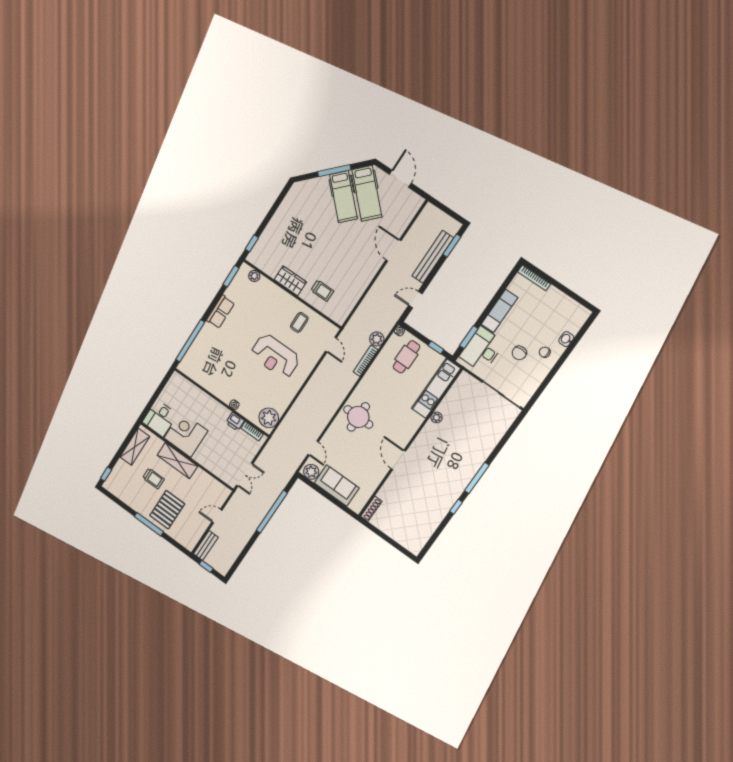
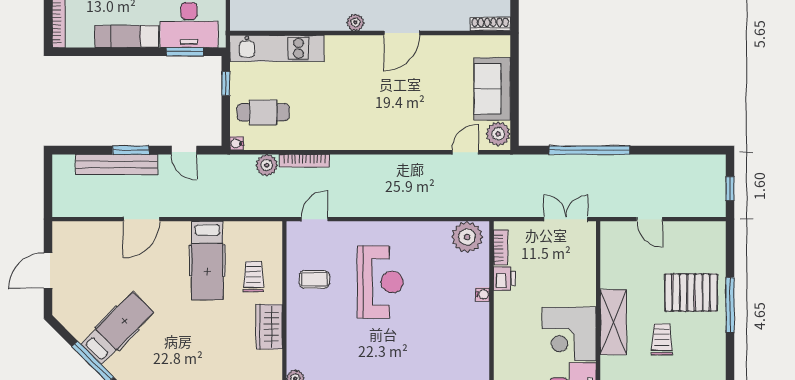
hospital bed: (367, 193) -> (207, 261), moved, turned 135
window: (452, 246) -> (131, 150), moved
round table: (358, 417) -> (383, 121), removed
plant: (436, 417) -> (355, 22), moved
bench: (206, 546) -> (701, 208), removed

